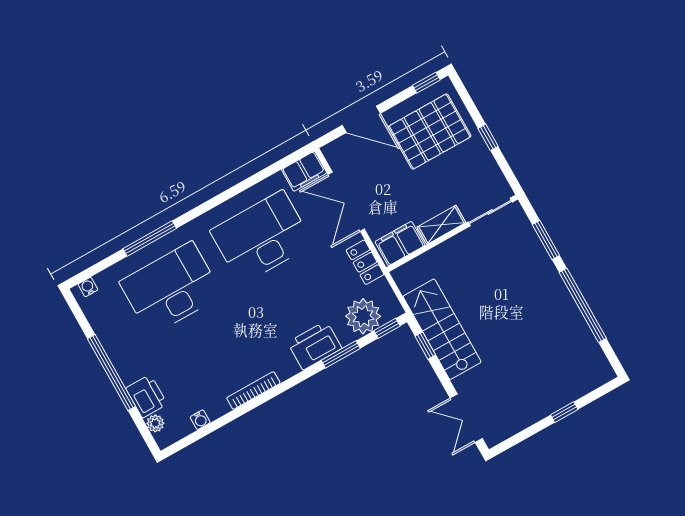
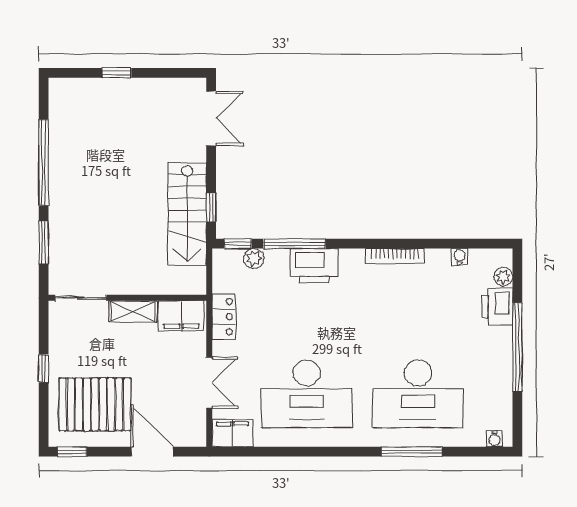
double door: (346, 202) -> (209, 383), width x0.73
plant: (363, 316) -> (254, 259), width x0.53, depth x0.53
window: (341, 354) -> (294, 244), width x1.44

